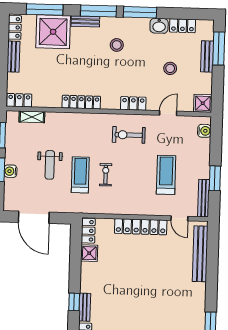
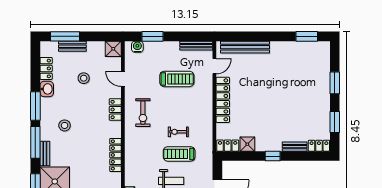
treadmill: (166, 175) -> (177, 79), turned 180
window: (215, 178) -> (152, 36), moved
window: (74, 302) -> (273, 156), moved

